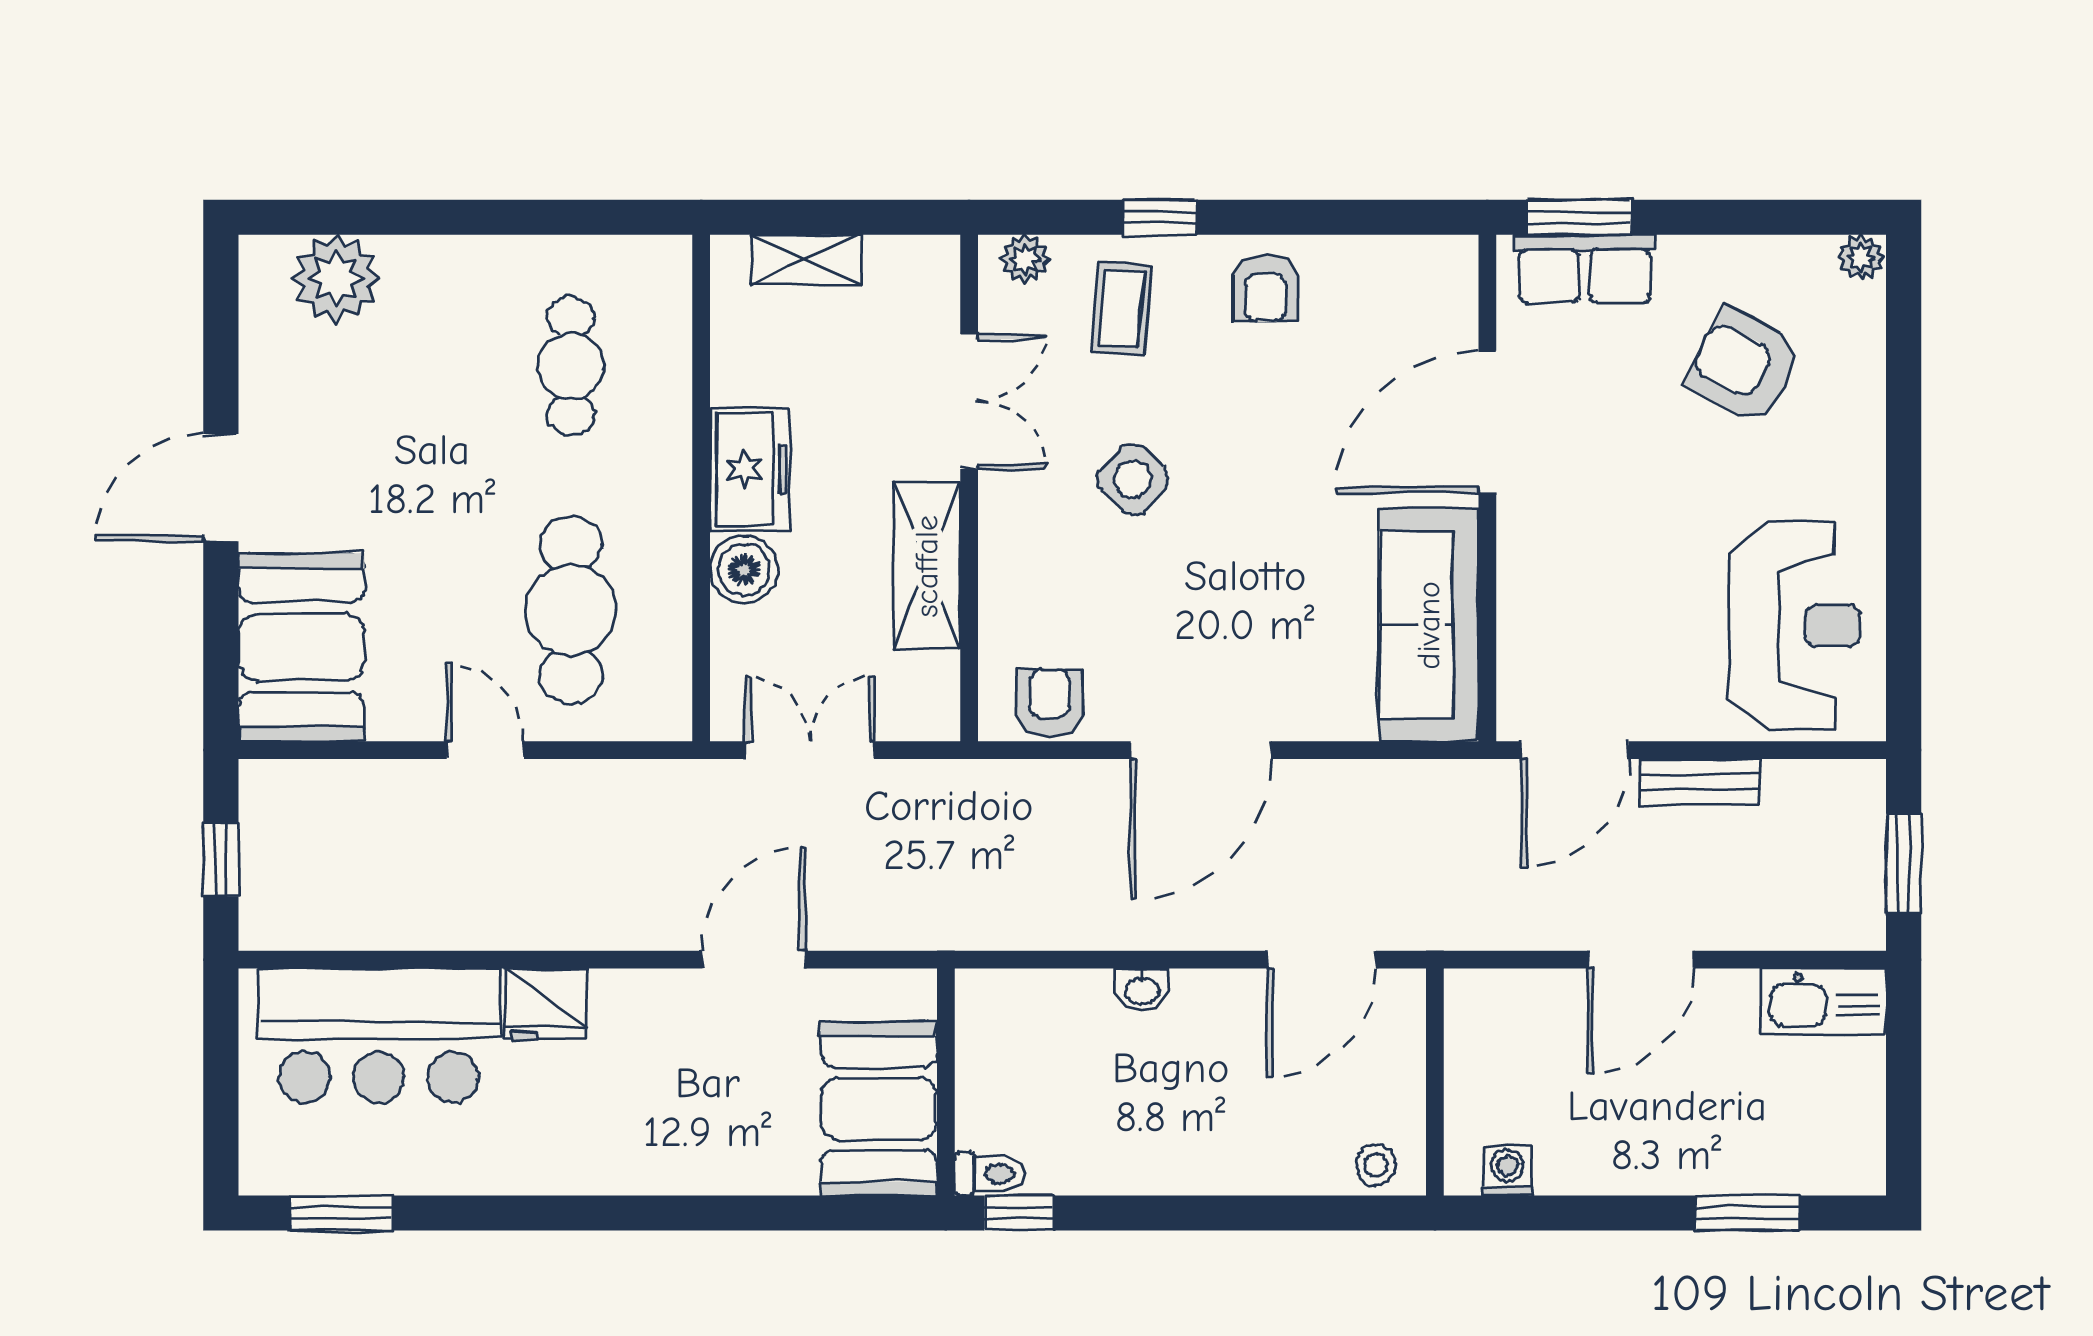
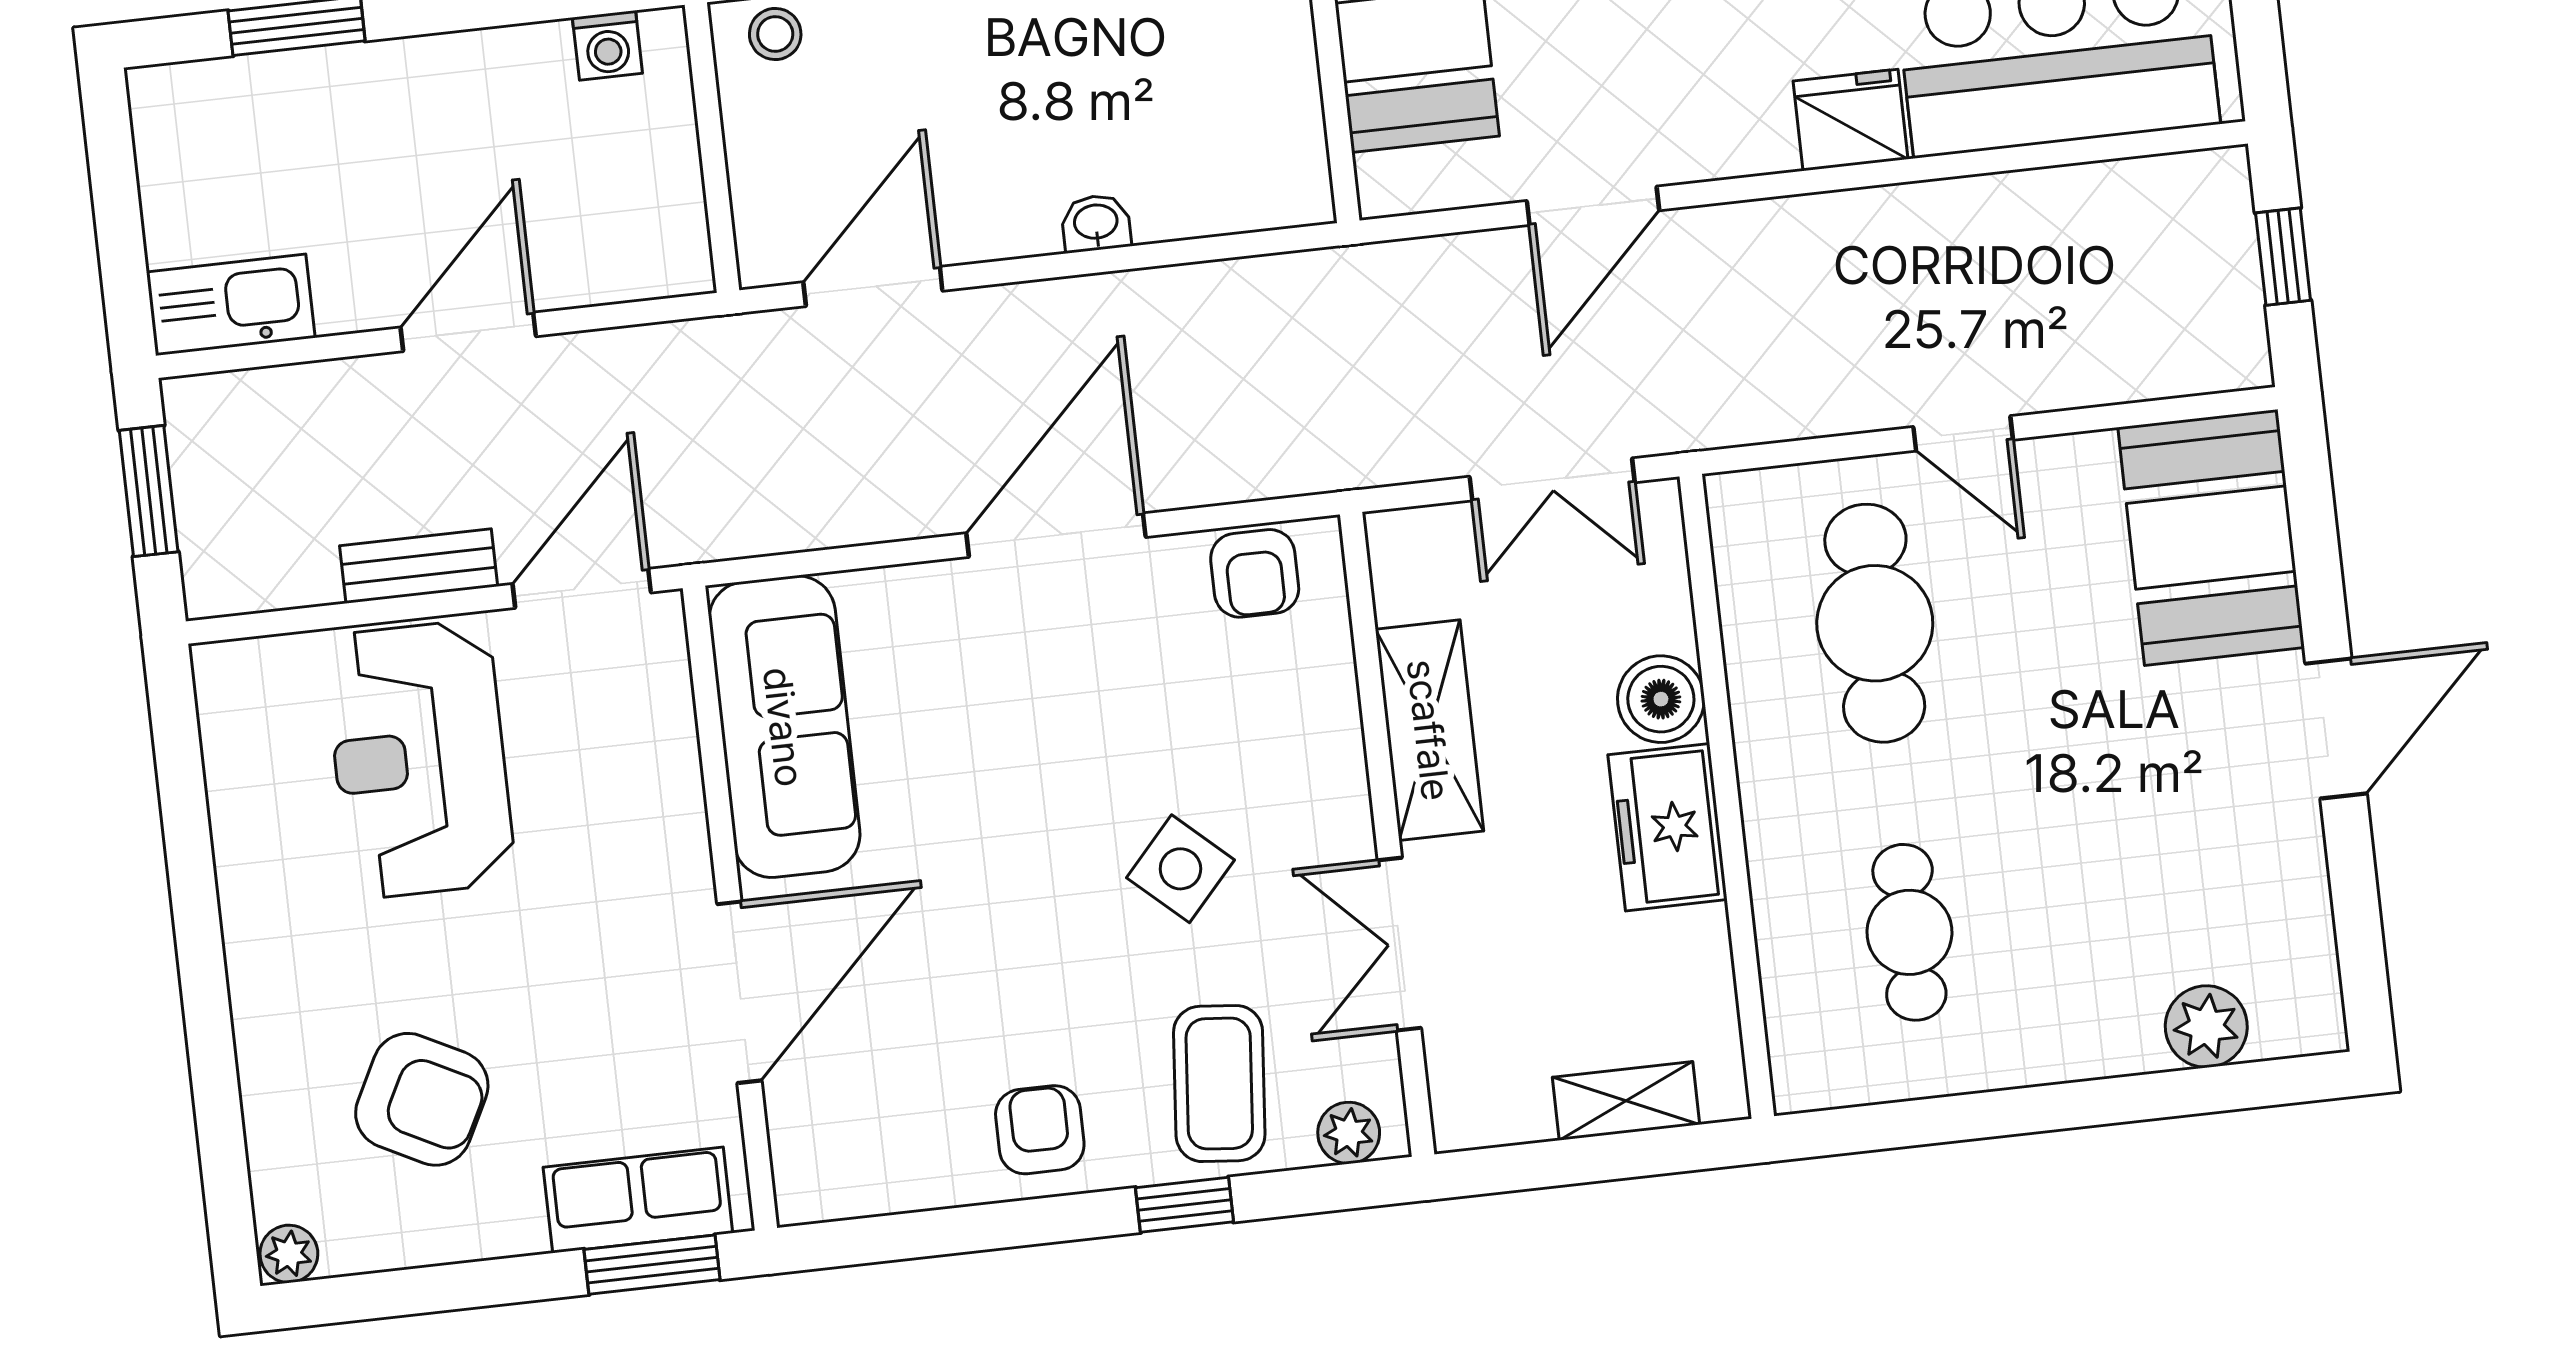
plant: (336, 278) -> (2206, 1027), width x0.73, depth x0.73
coffee table: (1122, 309) -> (1219, 1084), width x1.36, depth x1.30
reception desk: (1795, 626) -> (419, 759), moved

